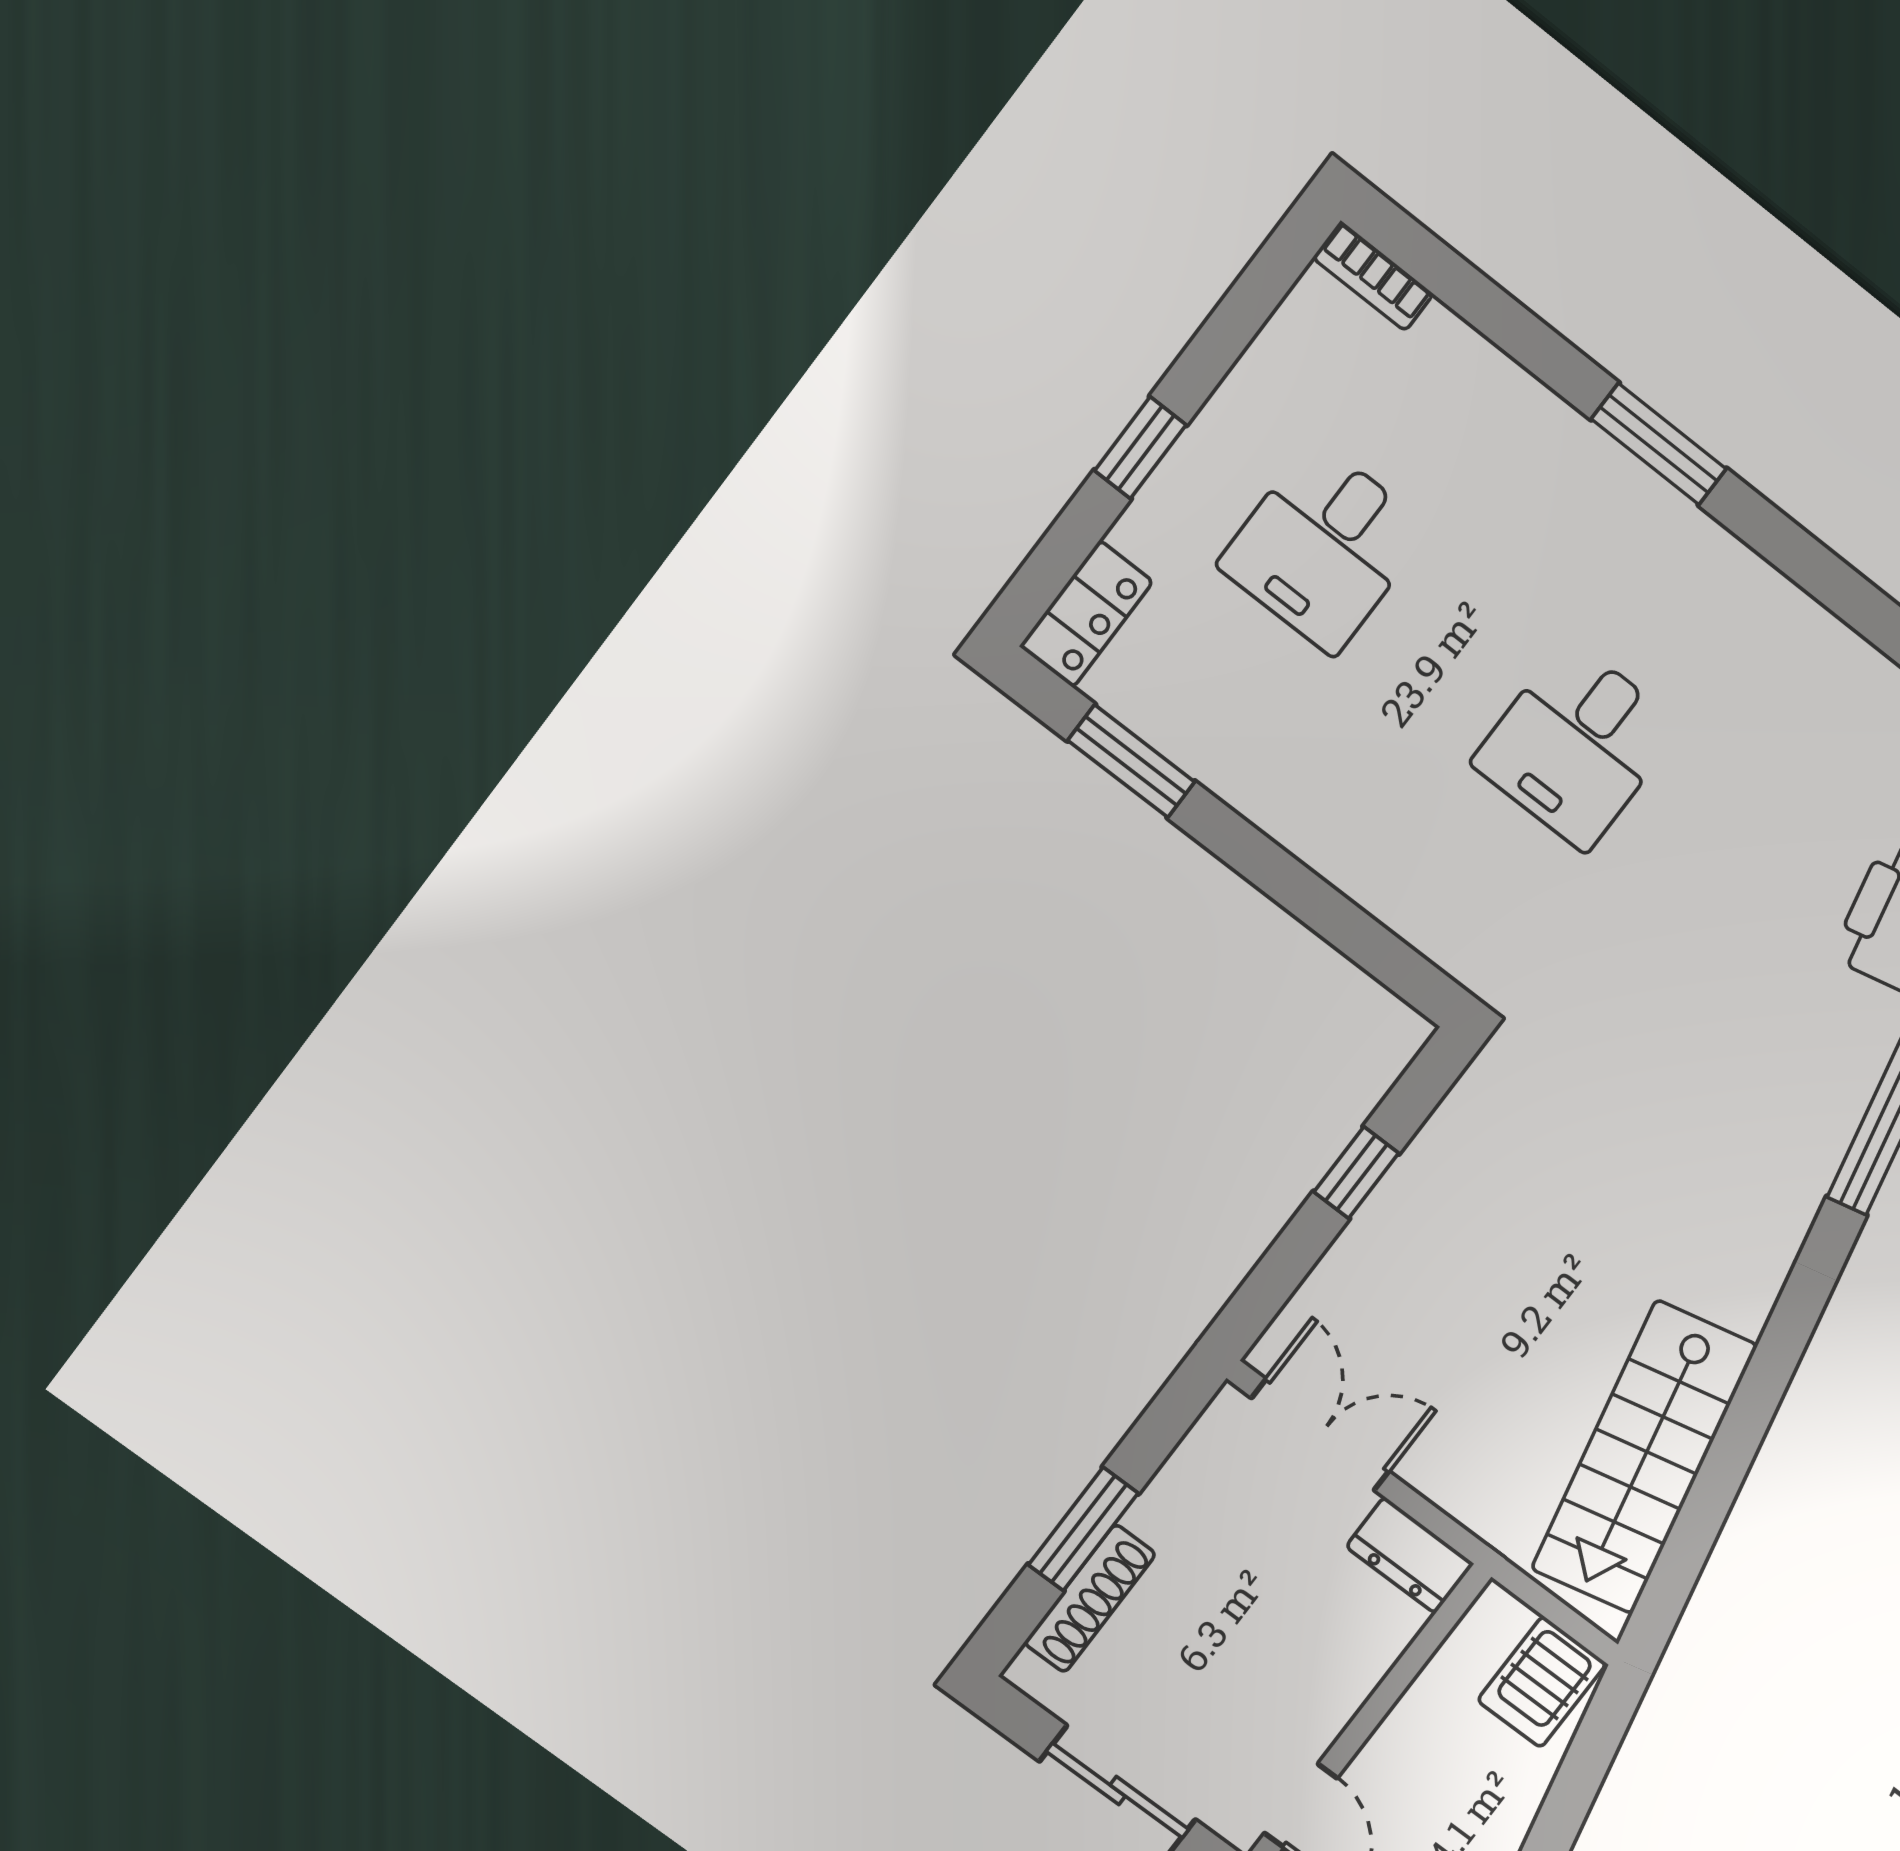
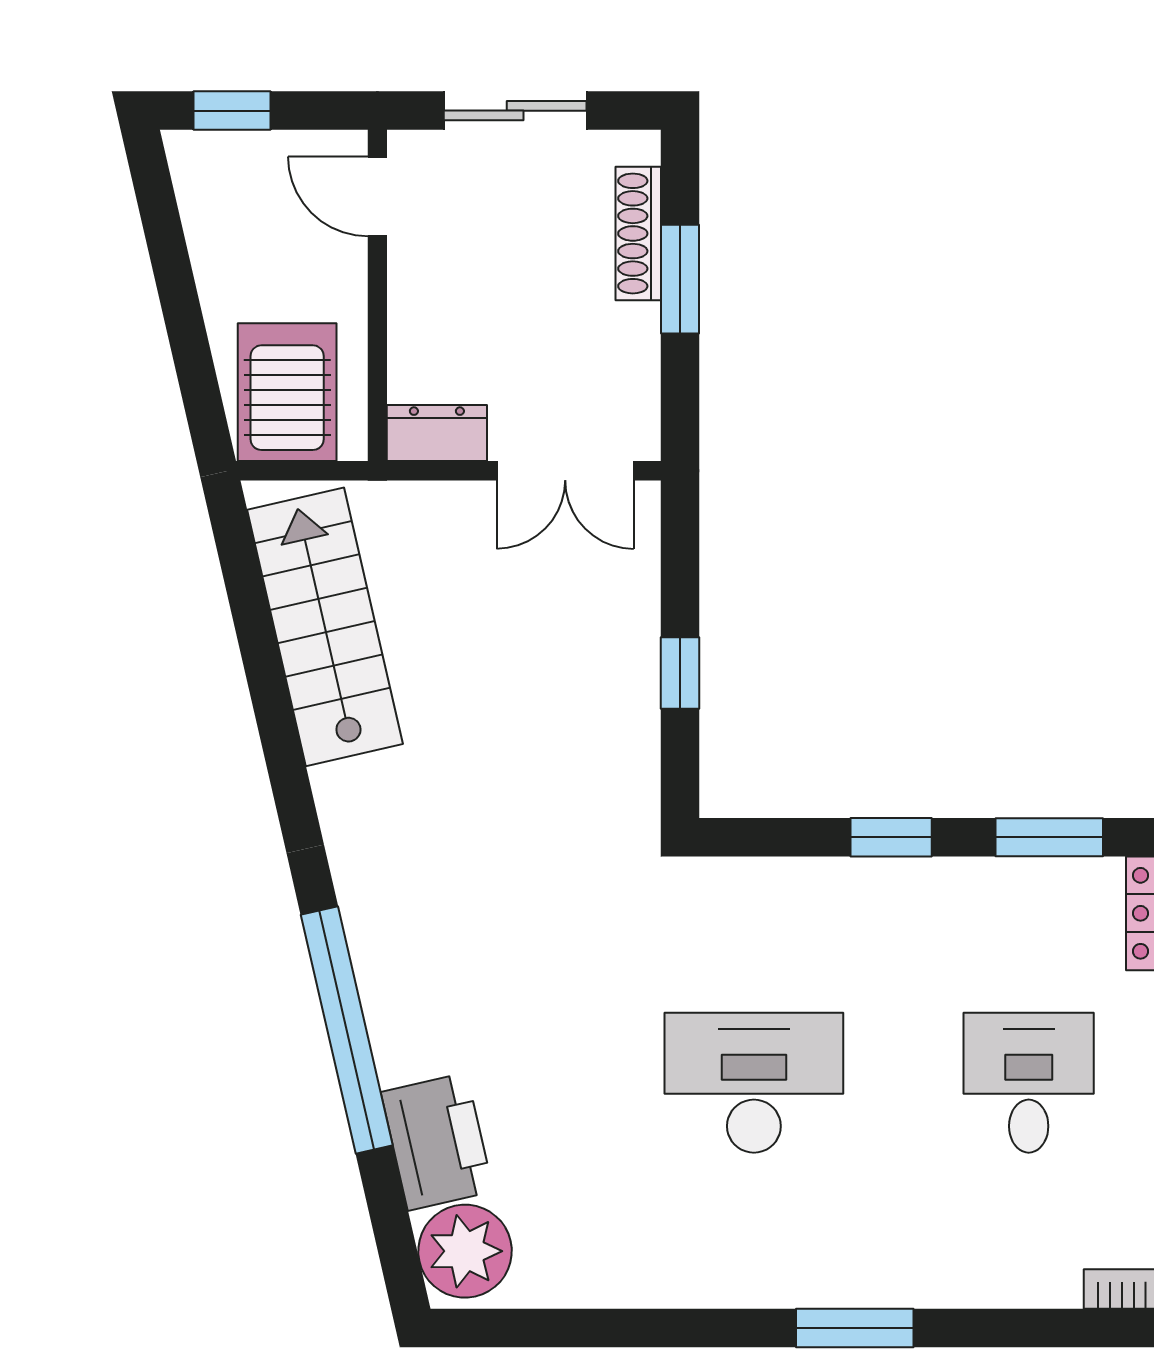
desk: (1577, 745) -> (754, 1083), width x1.37
window: (1278, 874) -> (891, 837), added
server rack: (1542, 1682) -> (287, 392), width x1.36, depth x1.44

